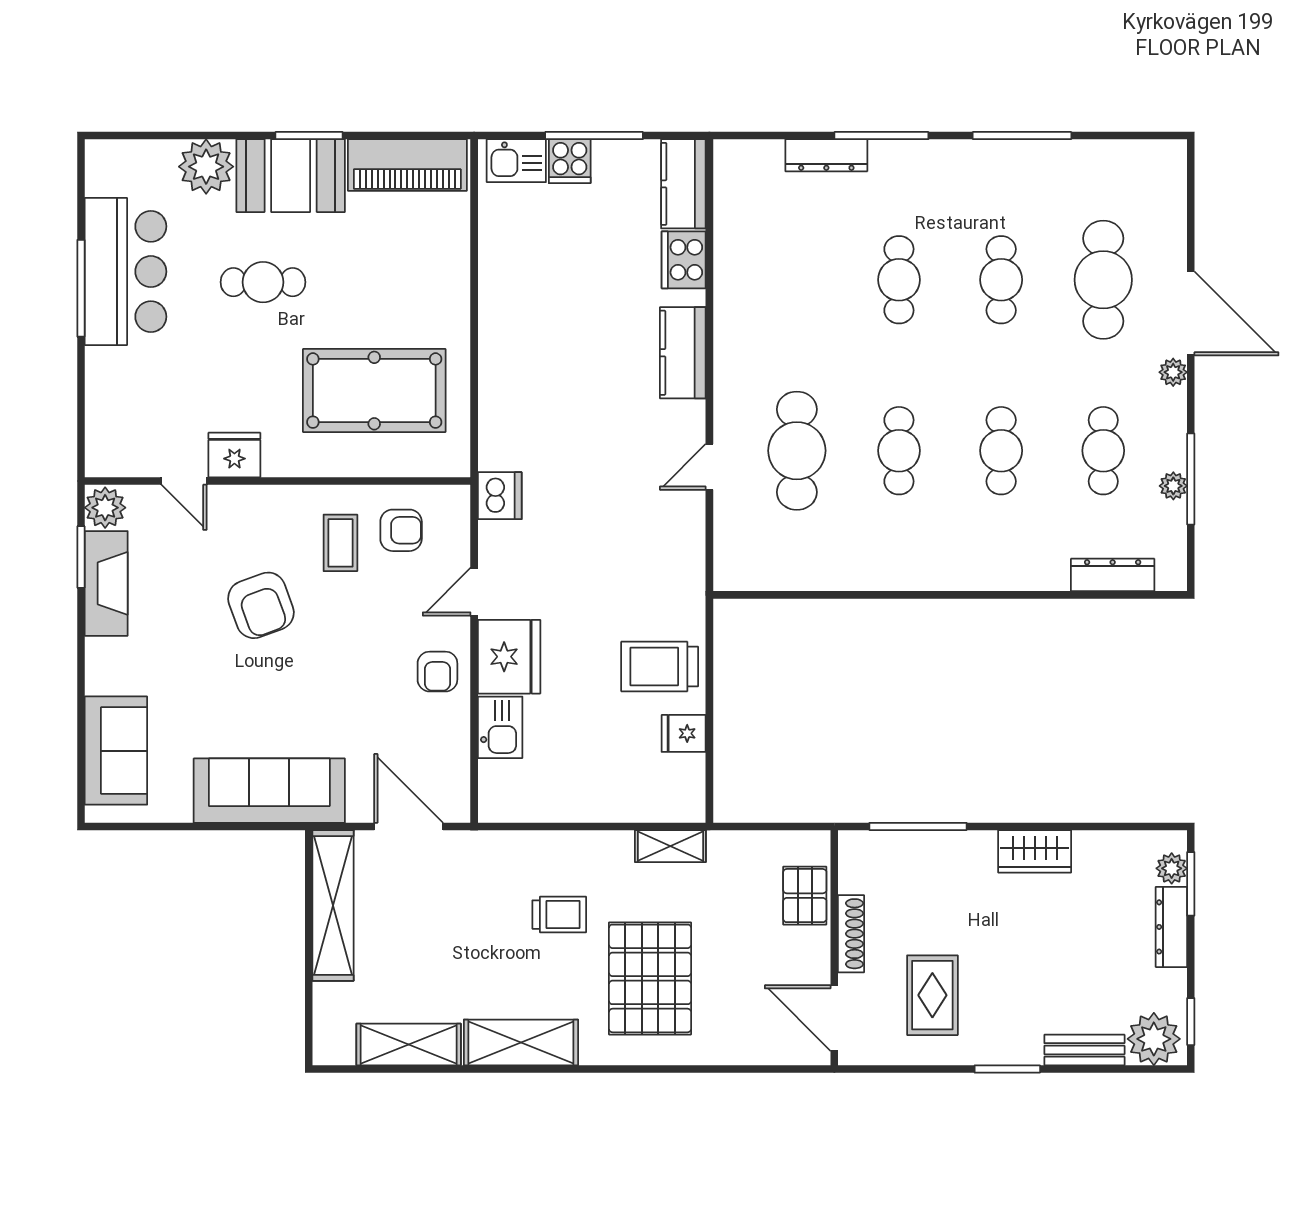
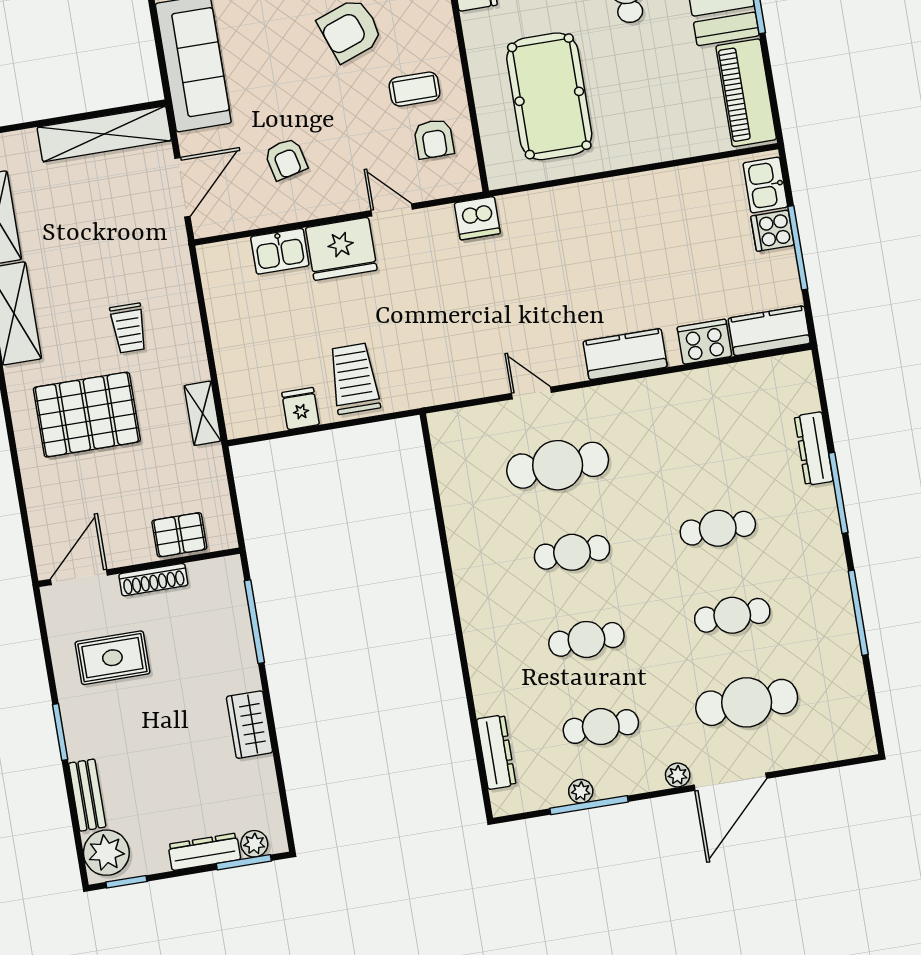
armchair: (437, 672) -> (286, 159), moved, turned -103

